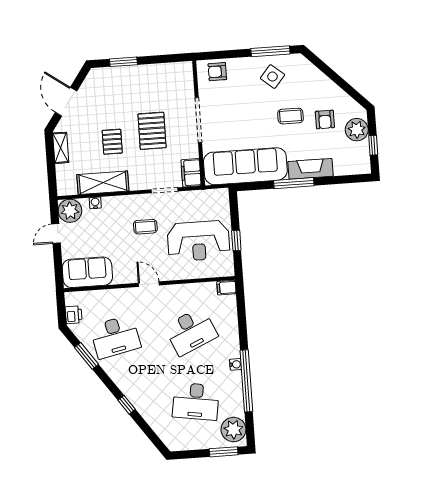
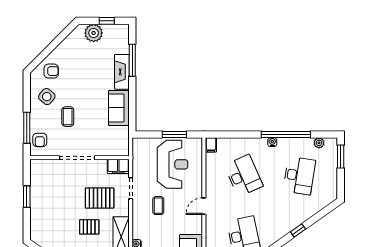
window: (270, 51) -> (27, 128), moved
window: (123, 62) -> (27, 197), moved
coffee table: (290, 116) -> (68, 117), moved
armchair: (325, 119) -> (51, 71), moved
pallet: (152, 131) -> (100, 198), moved
sofa: (245, 166) -> (119, 108), width x0.54, depth x0.79
window: (294, 183) -> (132, 60), moved
window: (236, 241) -> (174, 135), width x1.50
plant: (233, 430) -> (319, 143), width x0.53, depth x0.53

